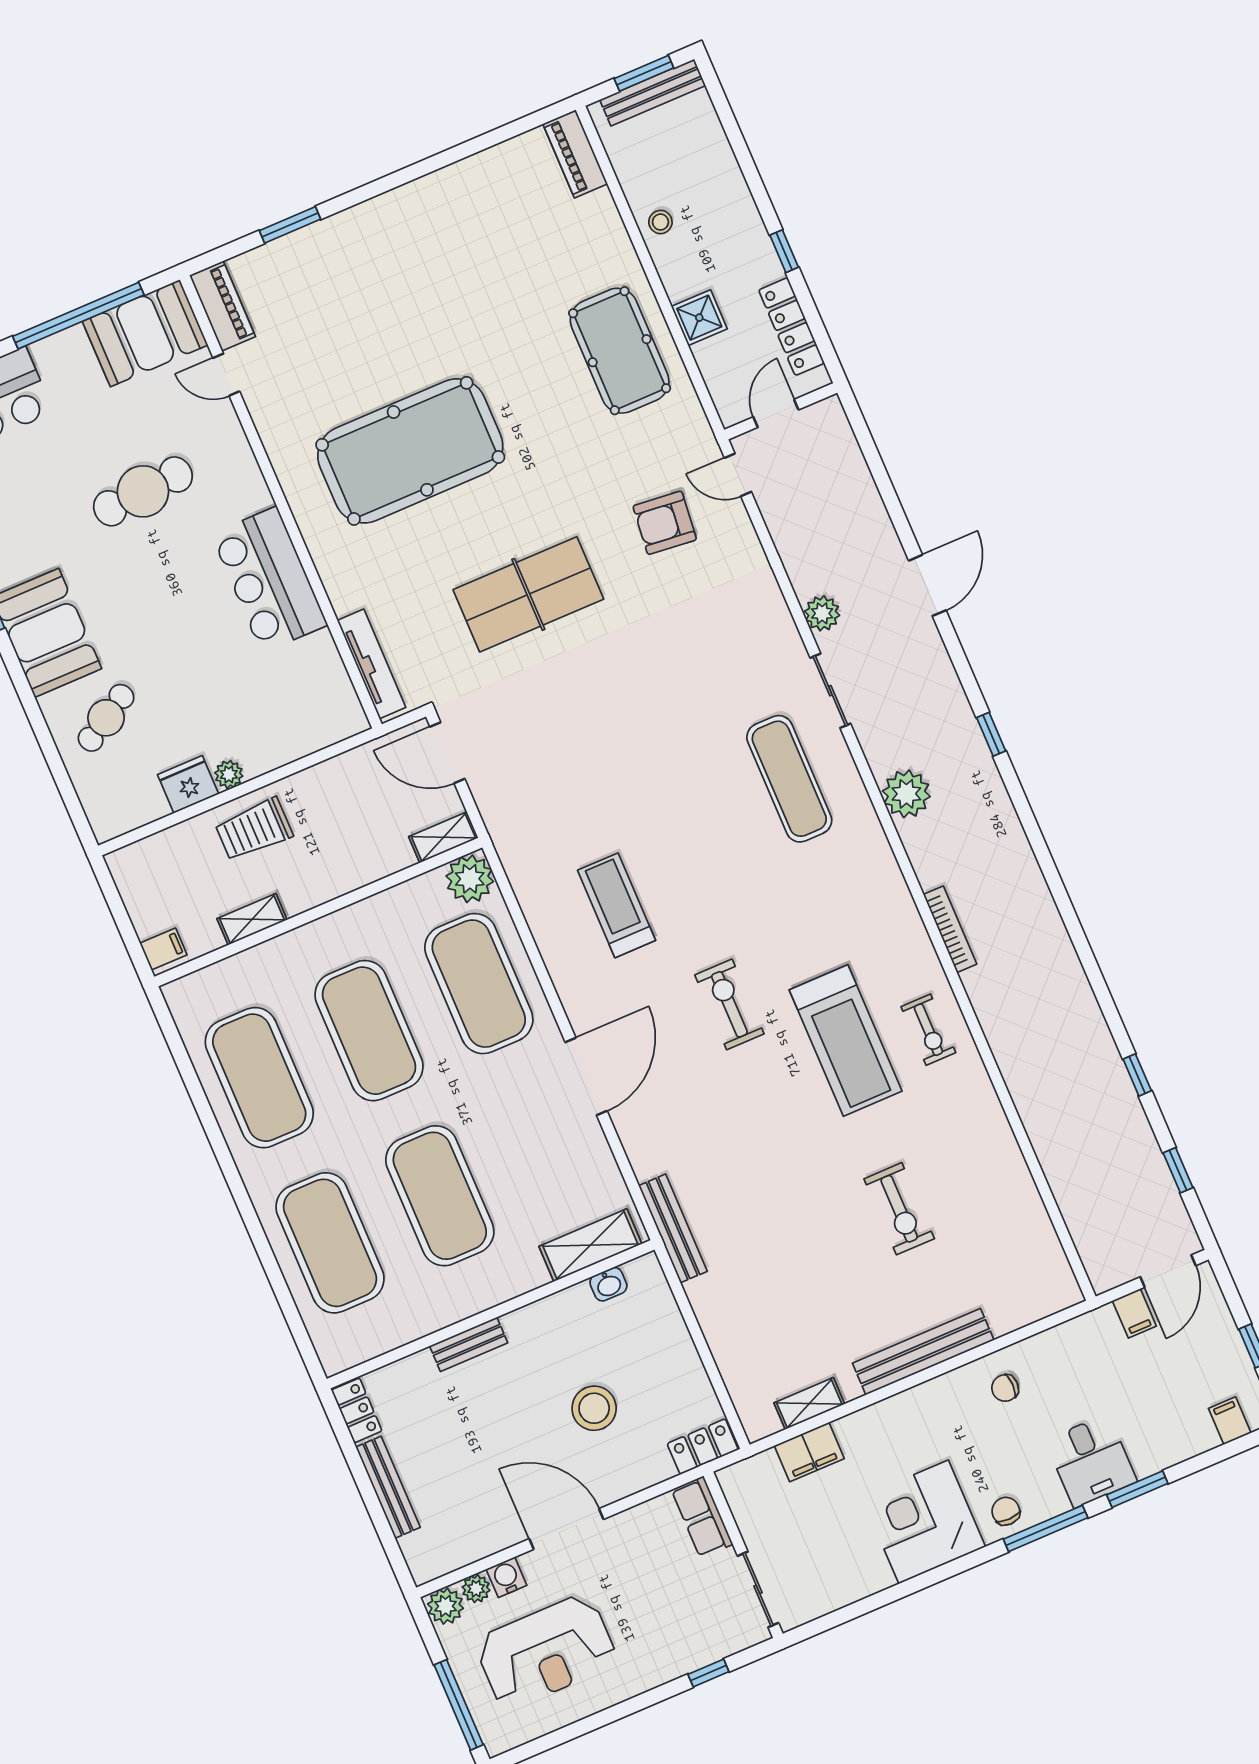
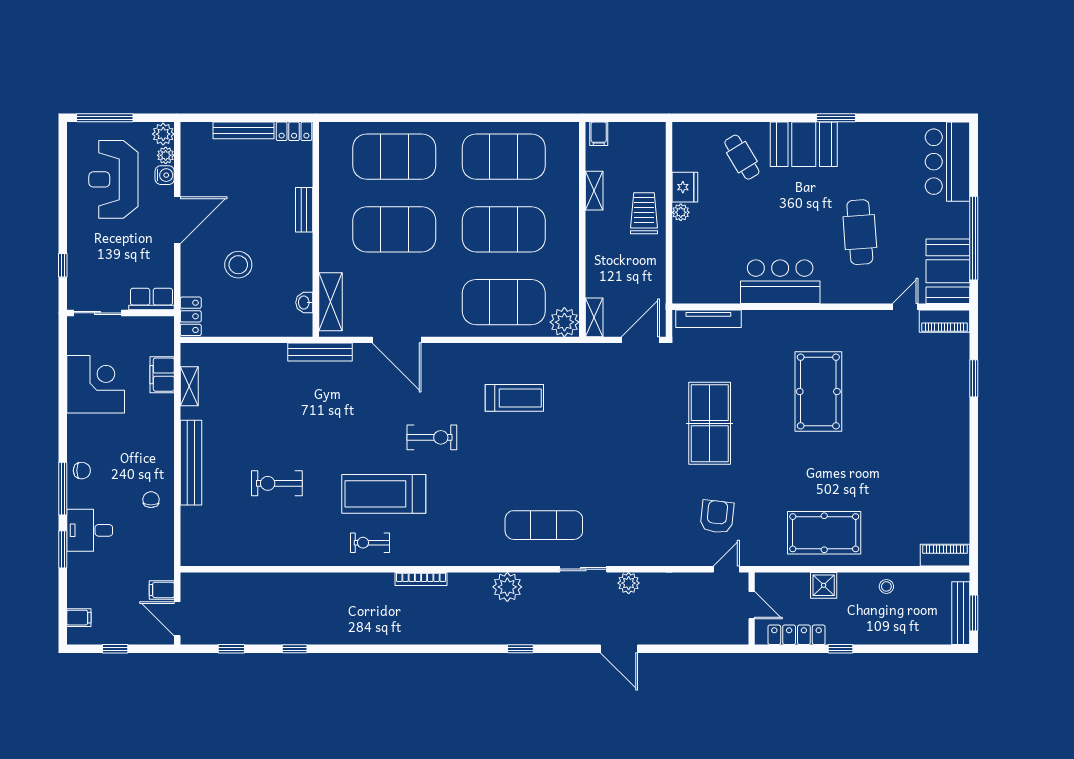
pool table: (410, 451) -> (818, 391), width x0.73, depth x0.76
door: (586, 1077) -> (397, 340), moved
corner desk: (924, 1522) -> (96, 384), moved

